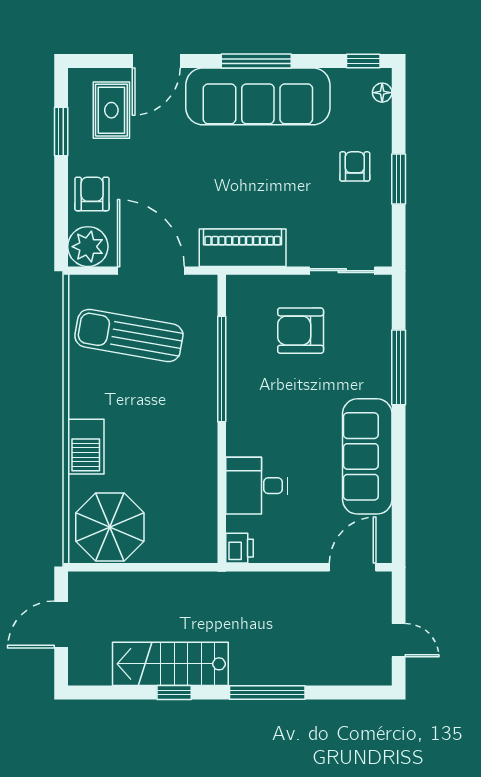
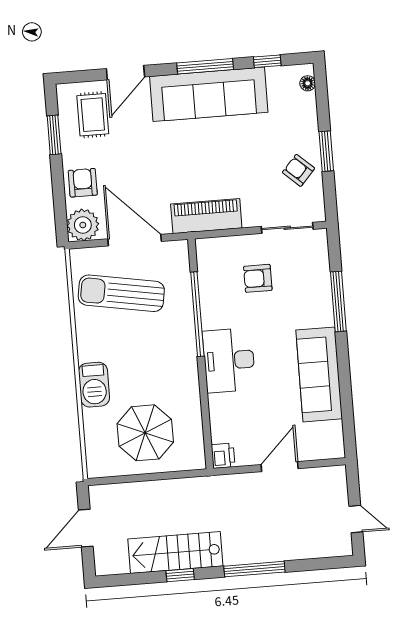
window: (363, 61) -> (267, 61), moved
armchair: (355, 166) -> (299, 170), moved, turned -48
armchair: (301, 331) -> (258, 278), width x0.72, depth x0.72
desk: (256, 486) -> (229, 360), moved, width x1.37
parasol: (110, 527) -> (145, 433), moved
door: (353, 567) -> (280, 467), moved

